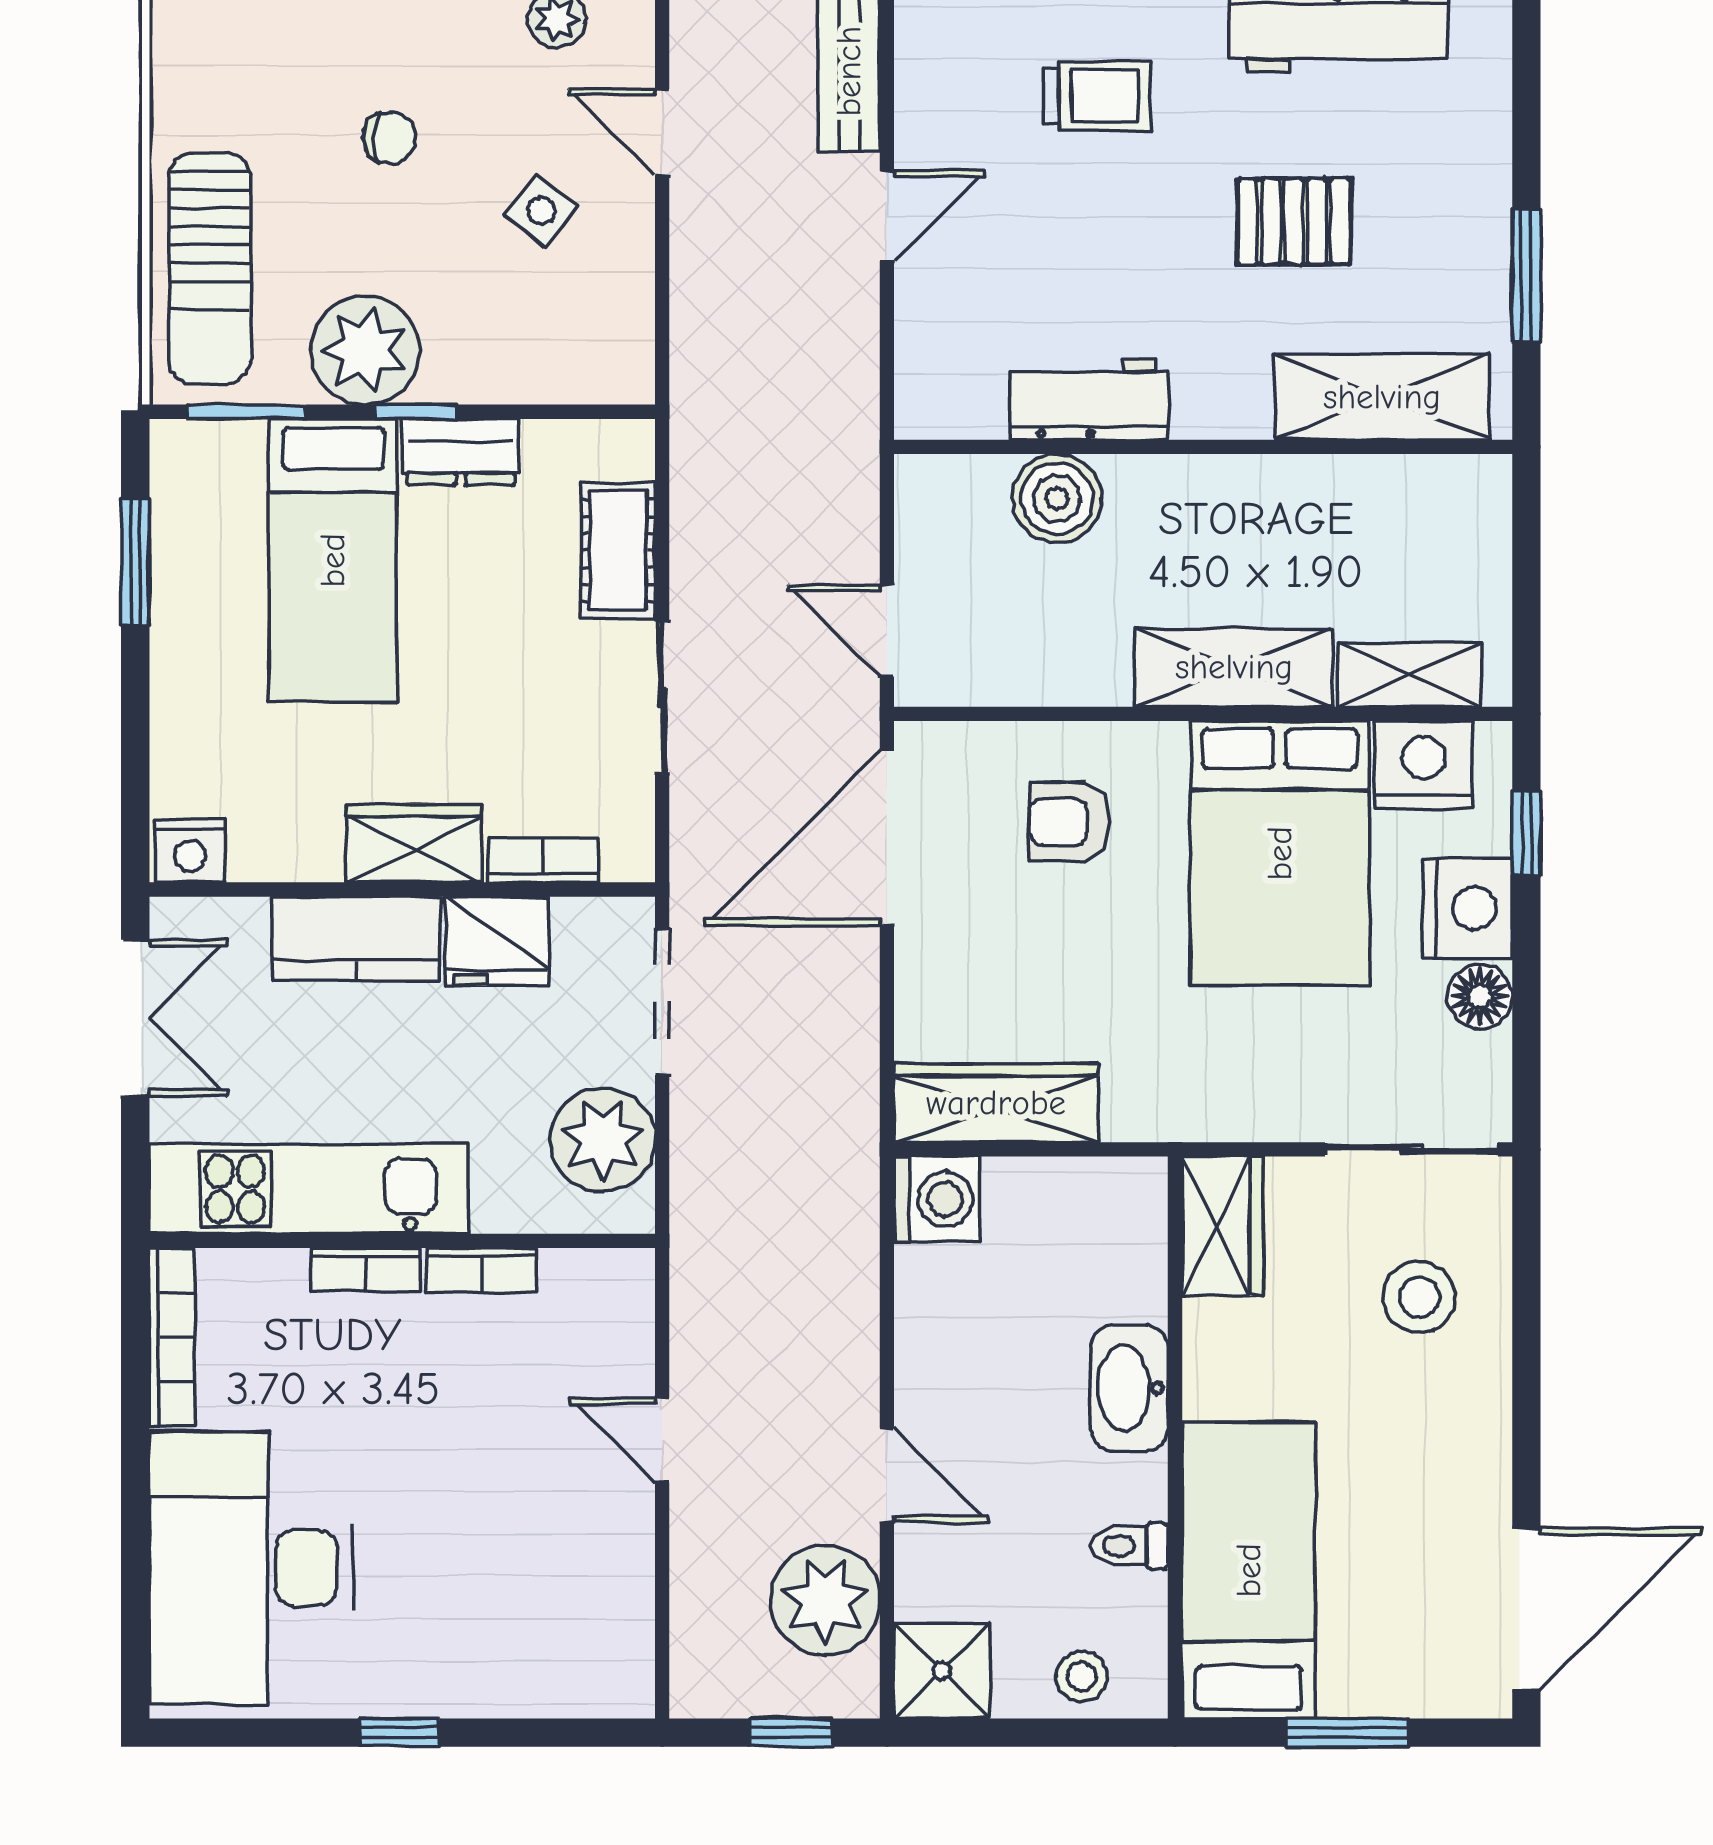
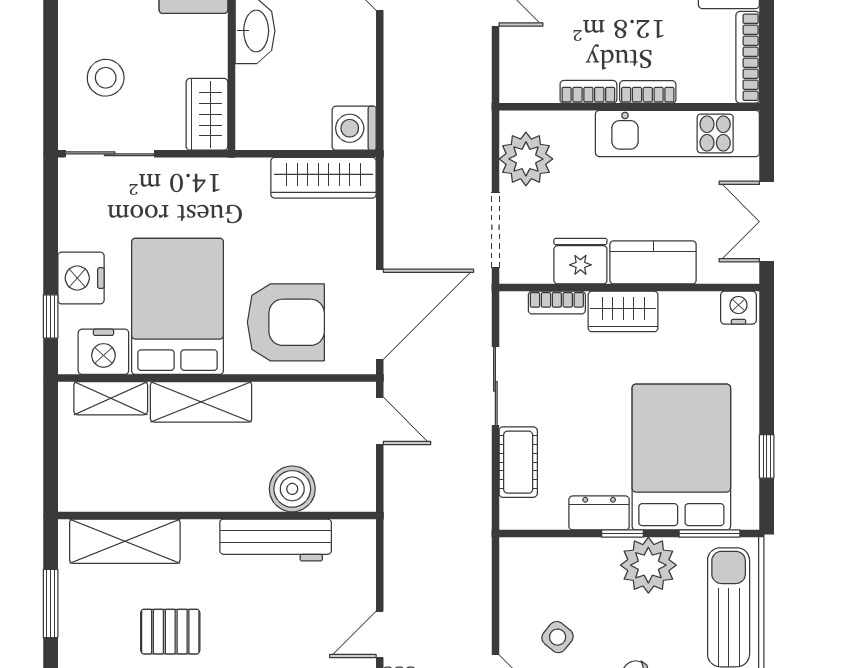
workbench: (1089, 399) -> (276, 540), width x1.38
bed: (333, 560) -> (681, 457), width x1.50
window: (135, 562) -> (767, 456), width x0.67
armchair: (1069, 822) -> (286, 322), width x1.88, depth x1.88
floor lamp: (1480, 996) -> (75, 233), removed

